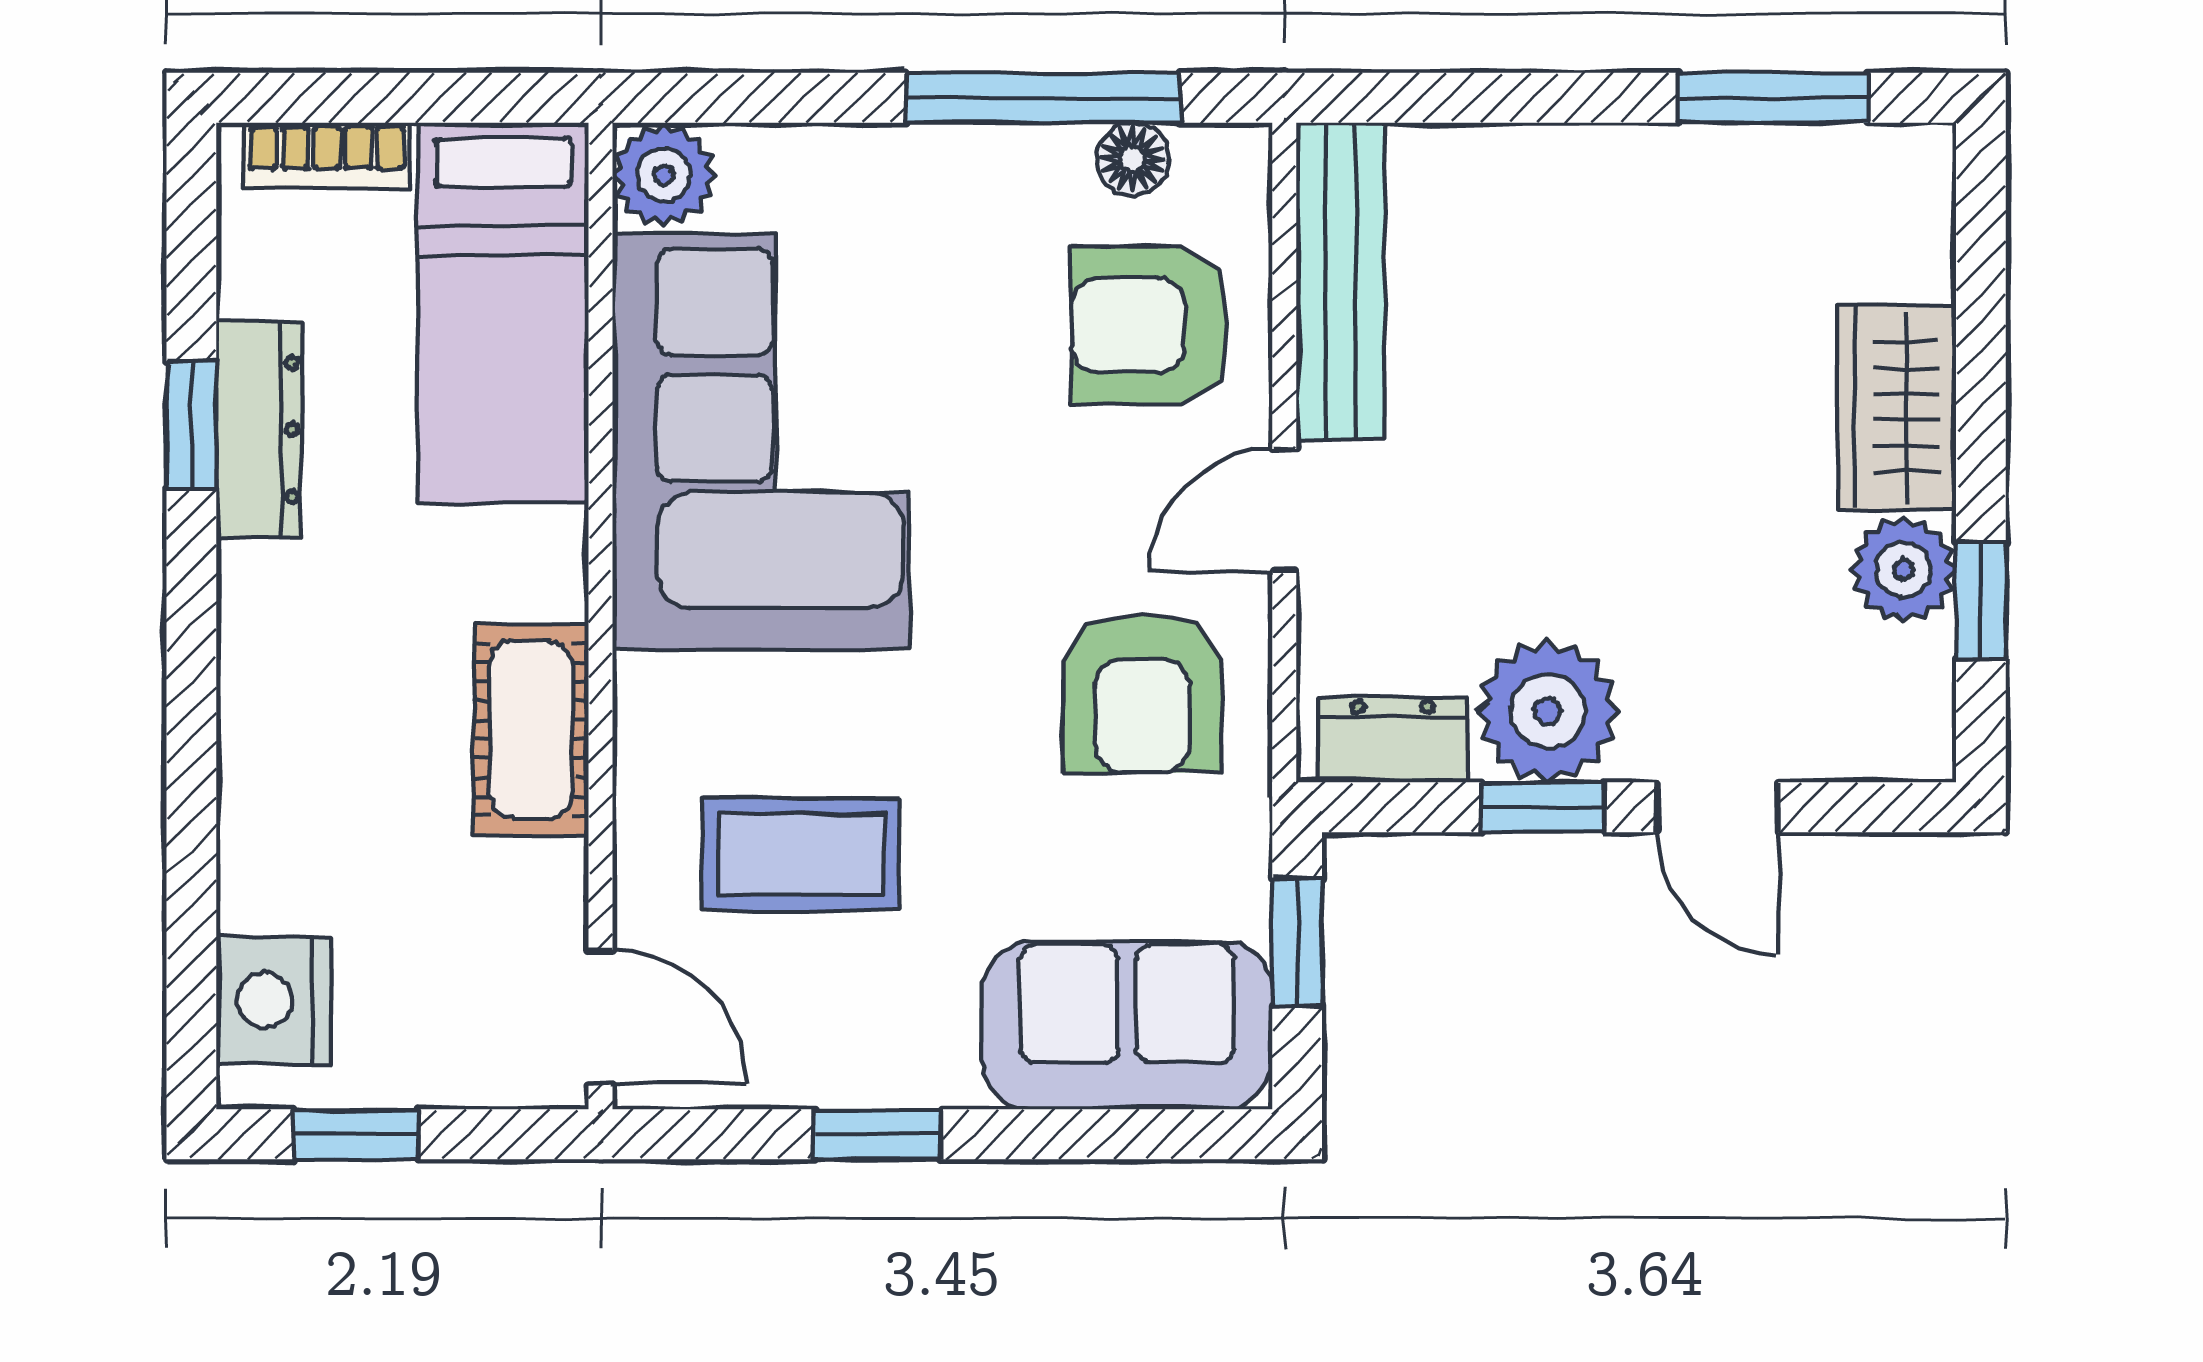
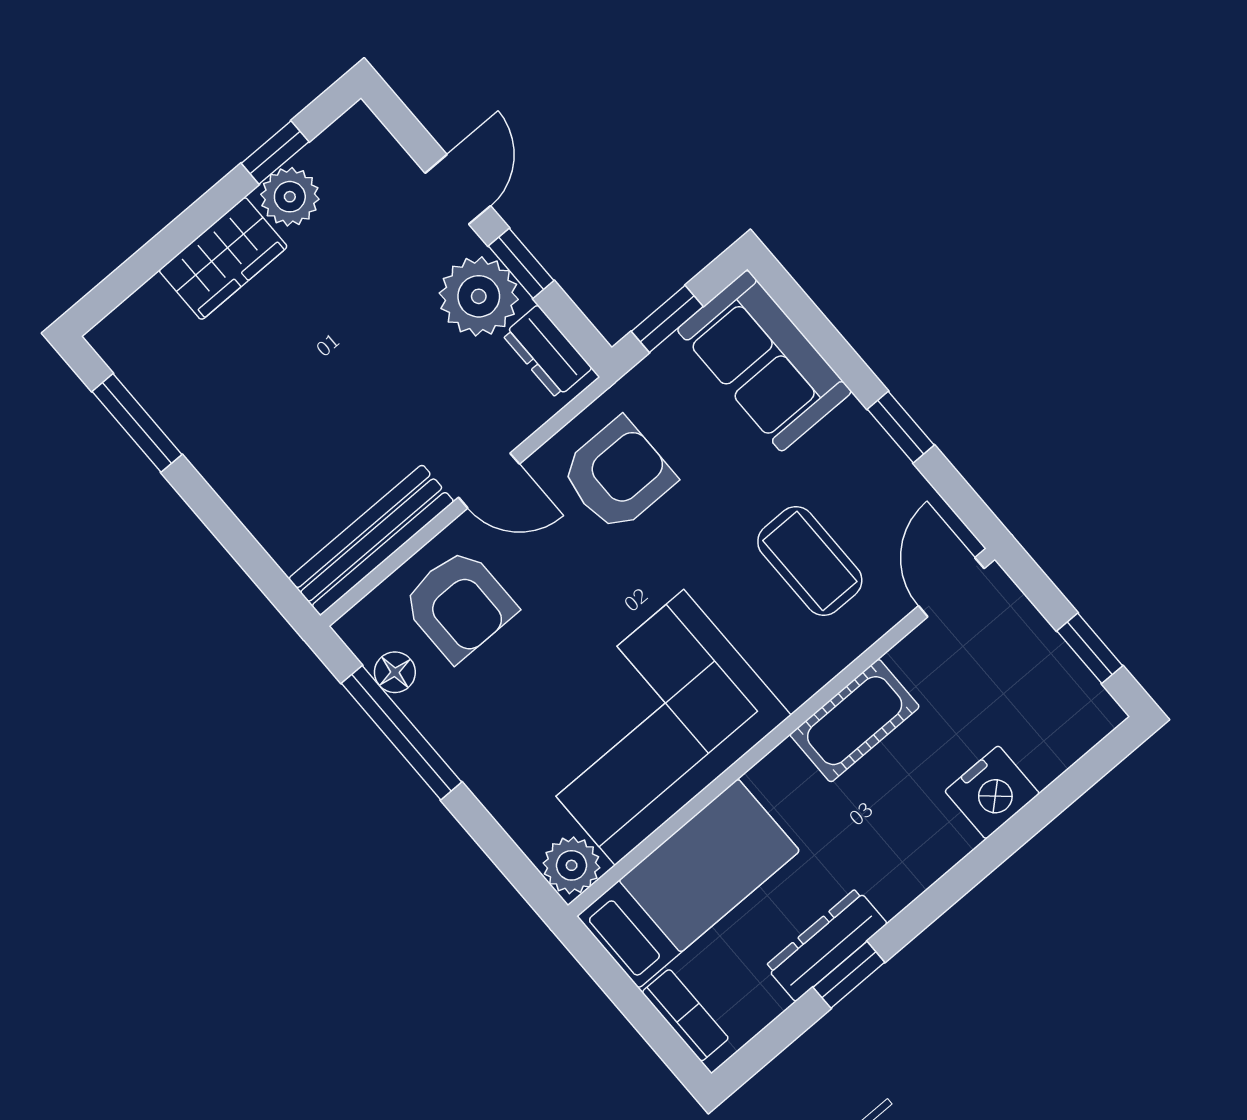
nightstand: (273, 1000) -> (992, 792), moved

